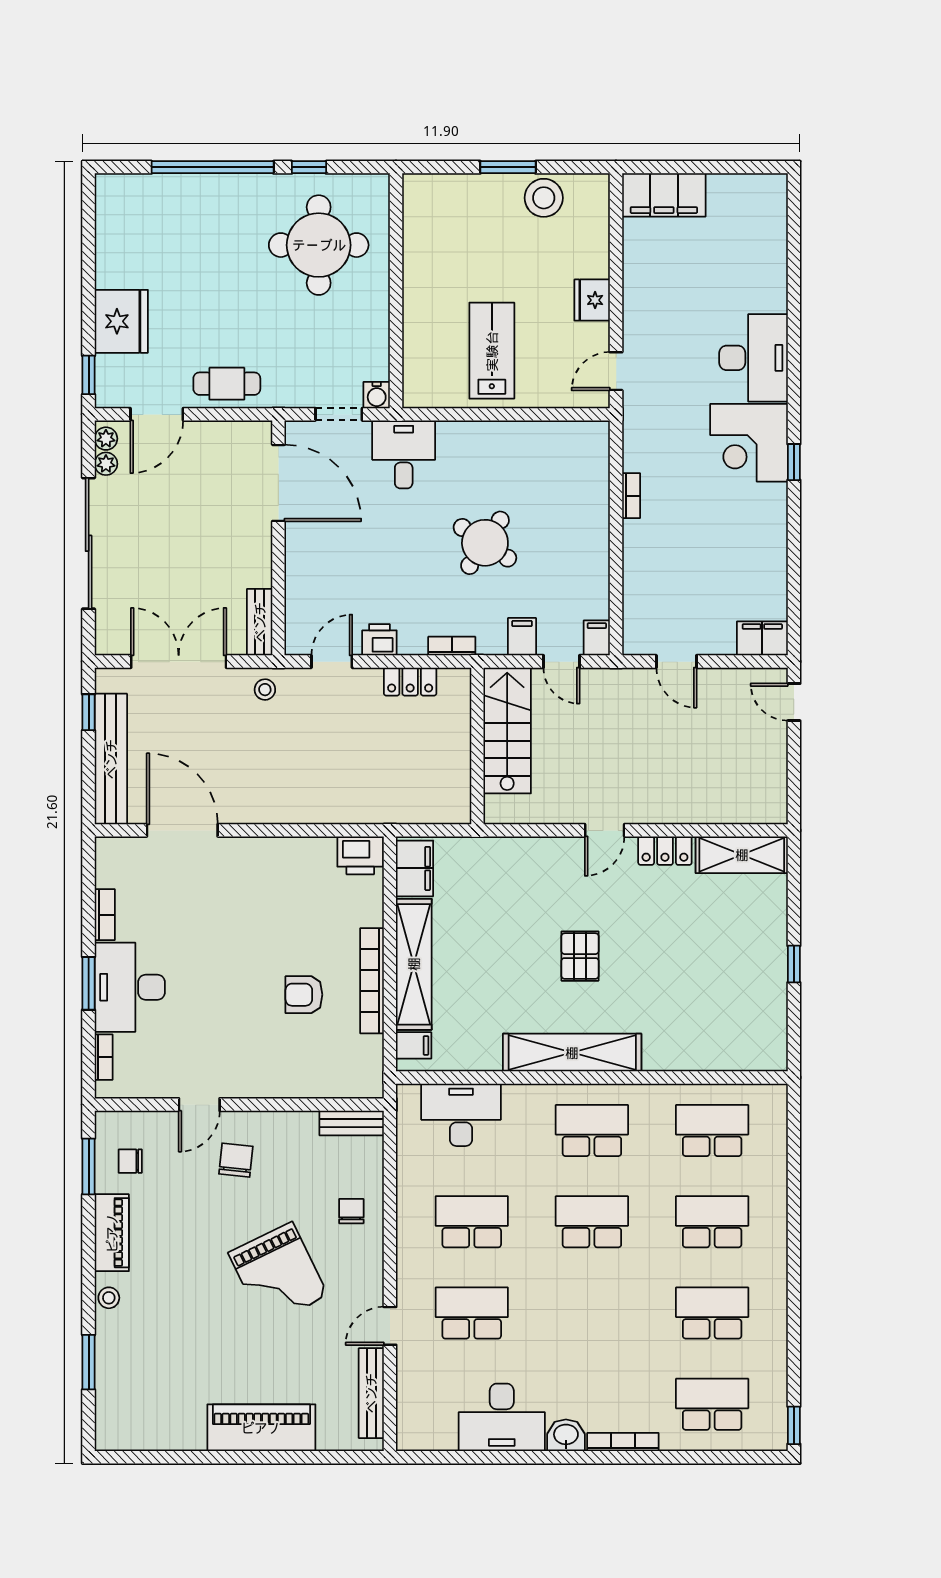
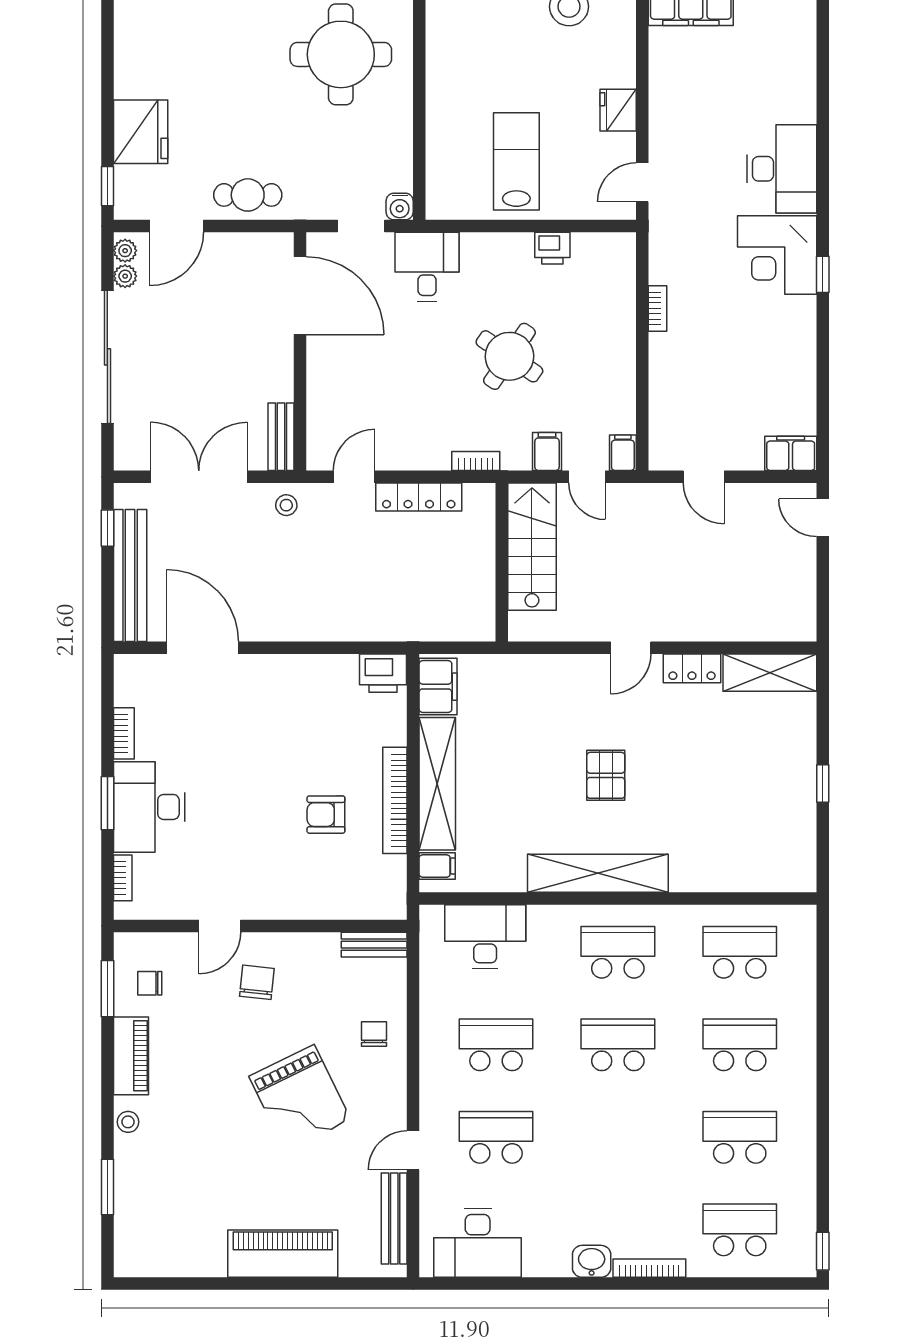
printer: (379, 640) -> (552, 248), moved, turned 180
locker: (410, 682) -> (419, 497), width x1.53
desk: (502, 1417) -> (478, 1243), moved

